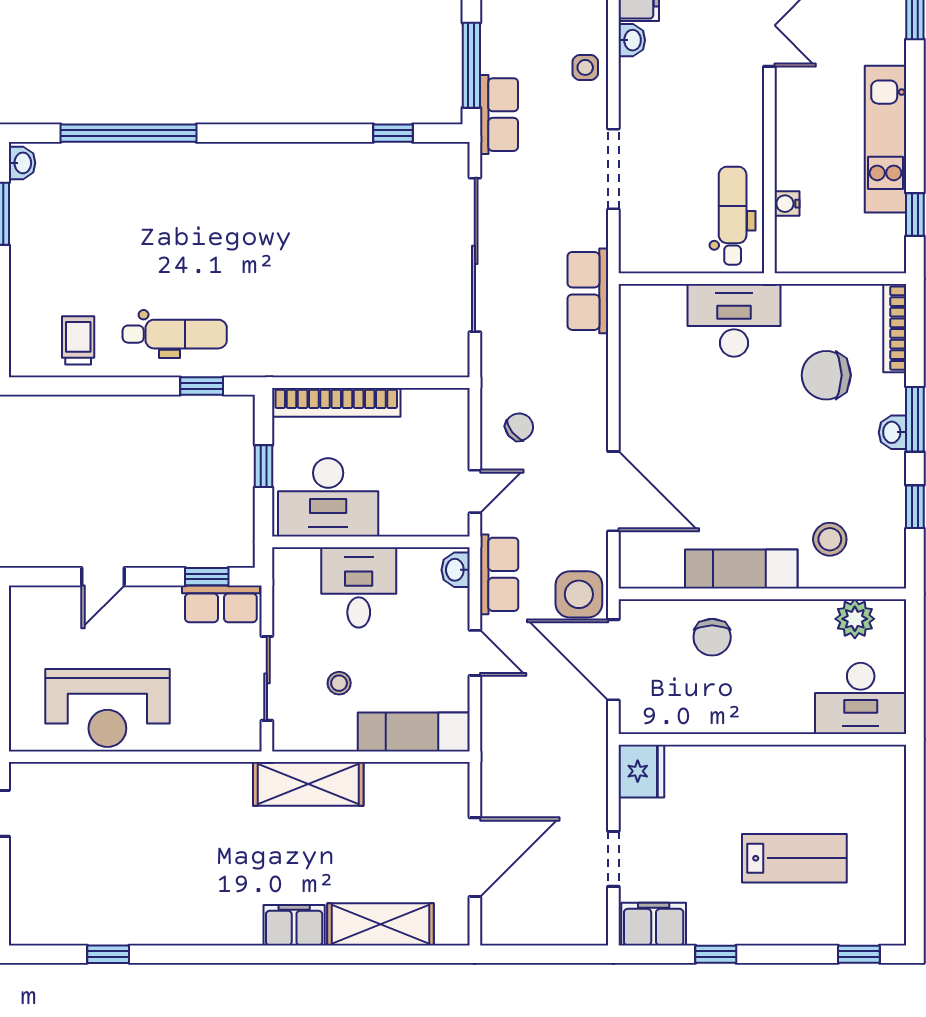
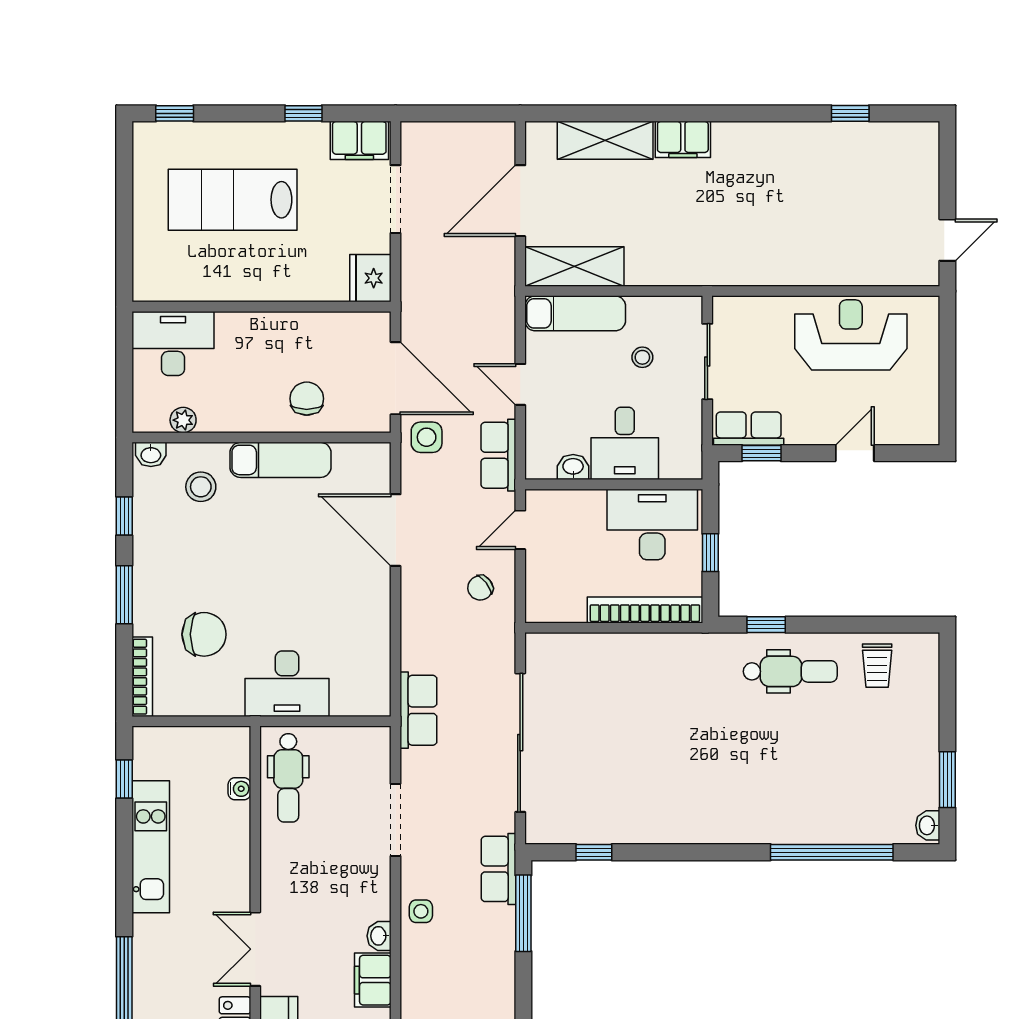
dental chair: (175, 334) -> (790, 671), turned 180
washbasin: (893, 432) -> (151, 454), moved, turned 90
washbasin: (456, 570) -> (573, 467), moved, turned -90
side table: (579, 594) -> (427, 437), width x0.73, depth x0.73
plant: (855, 619) -> (183, 420), width x0.73, depth x0.73
shelving: (308, 784) -> (574, 267), moved
lab bench: (794, 858) -> (233, 200), width x1.36, depth x1.39
doorway: (613, 859) -> (396, 199), width x1.38

